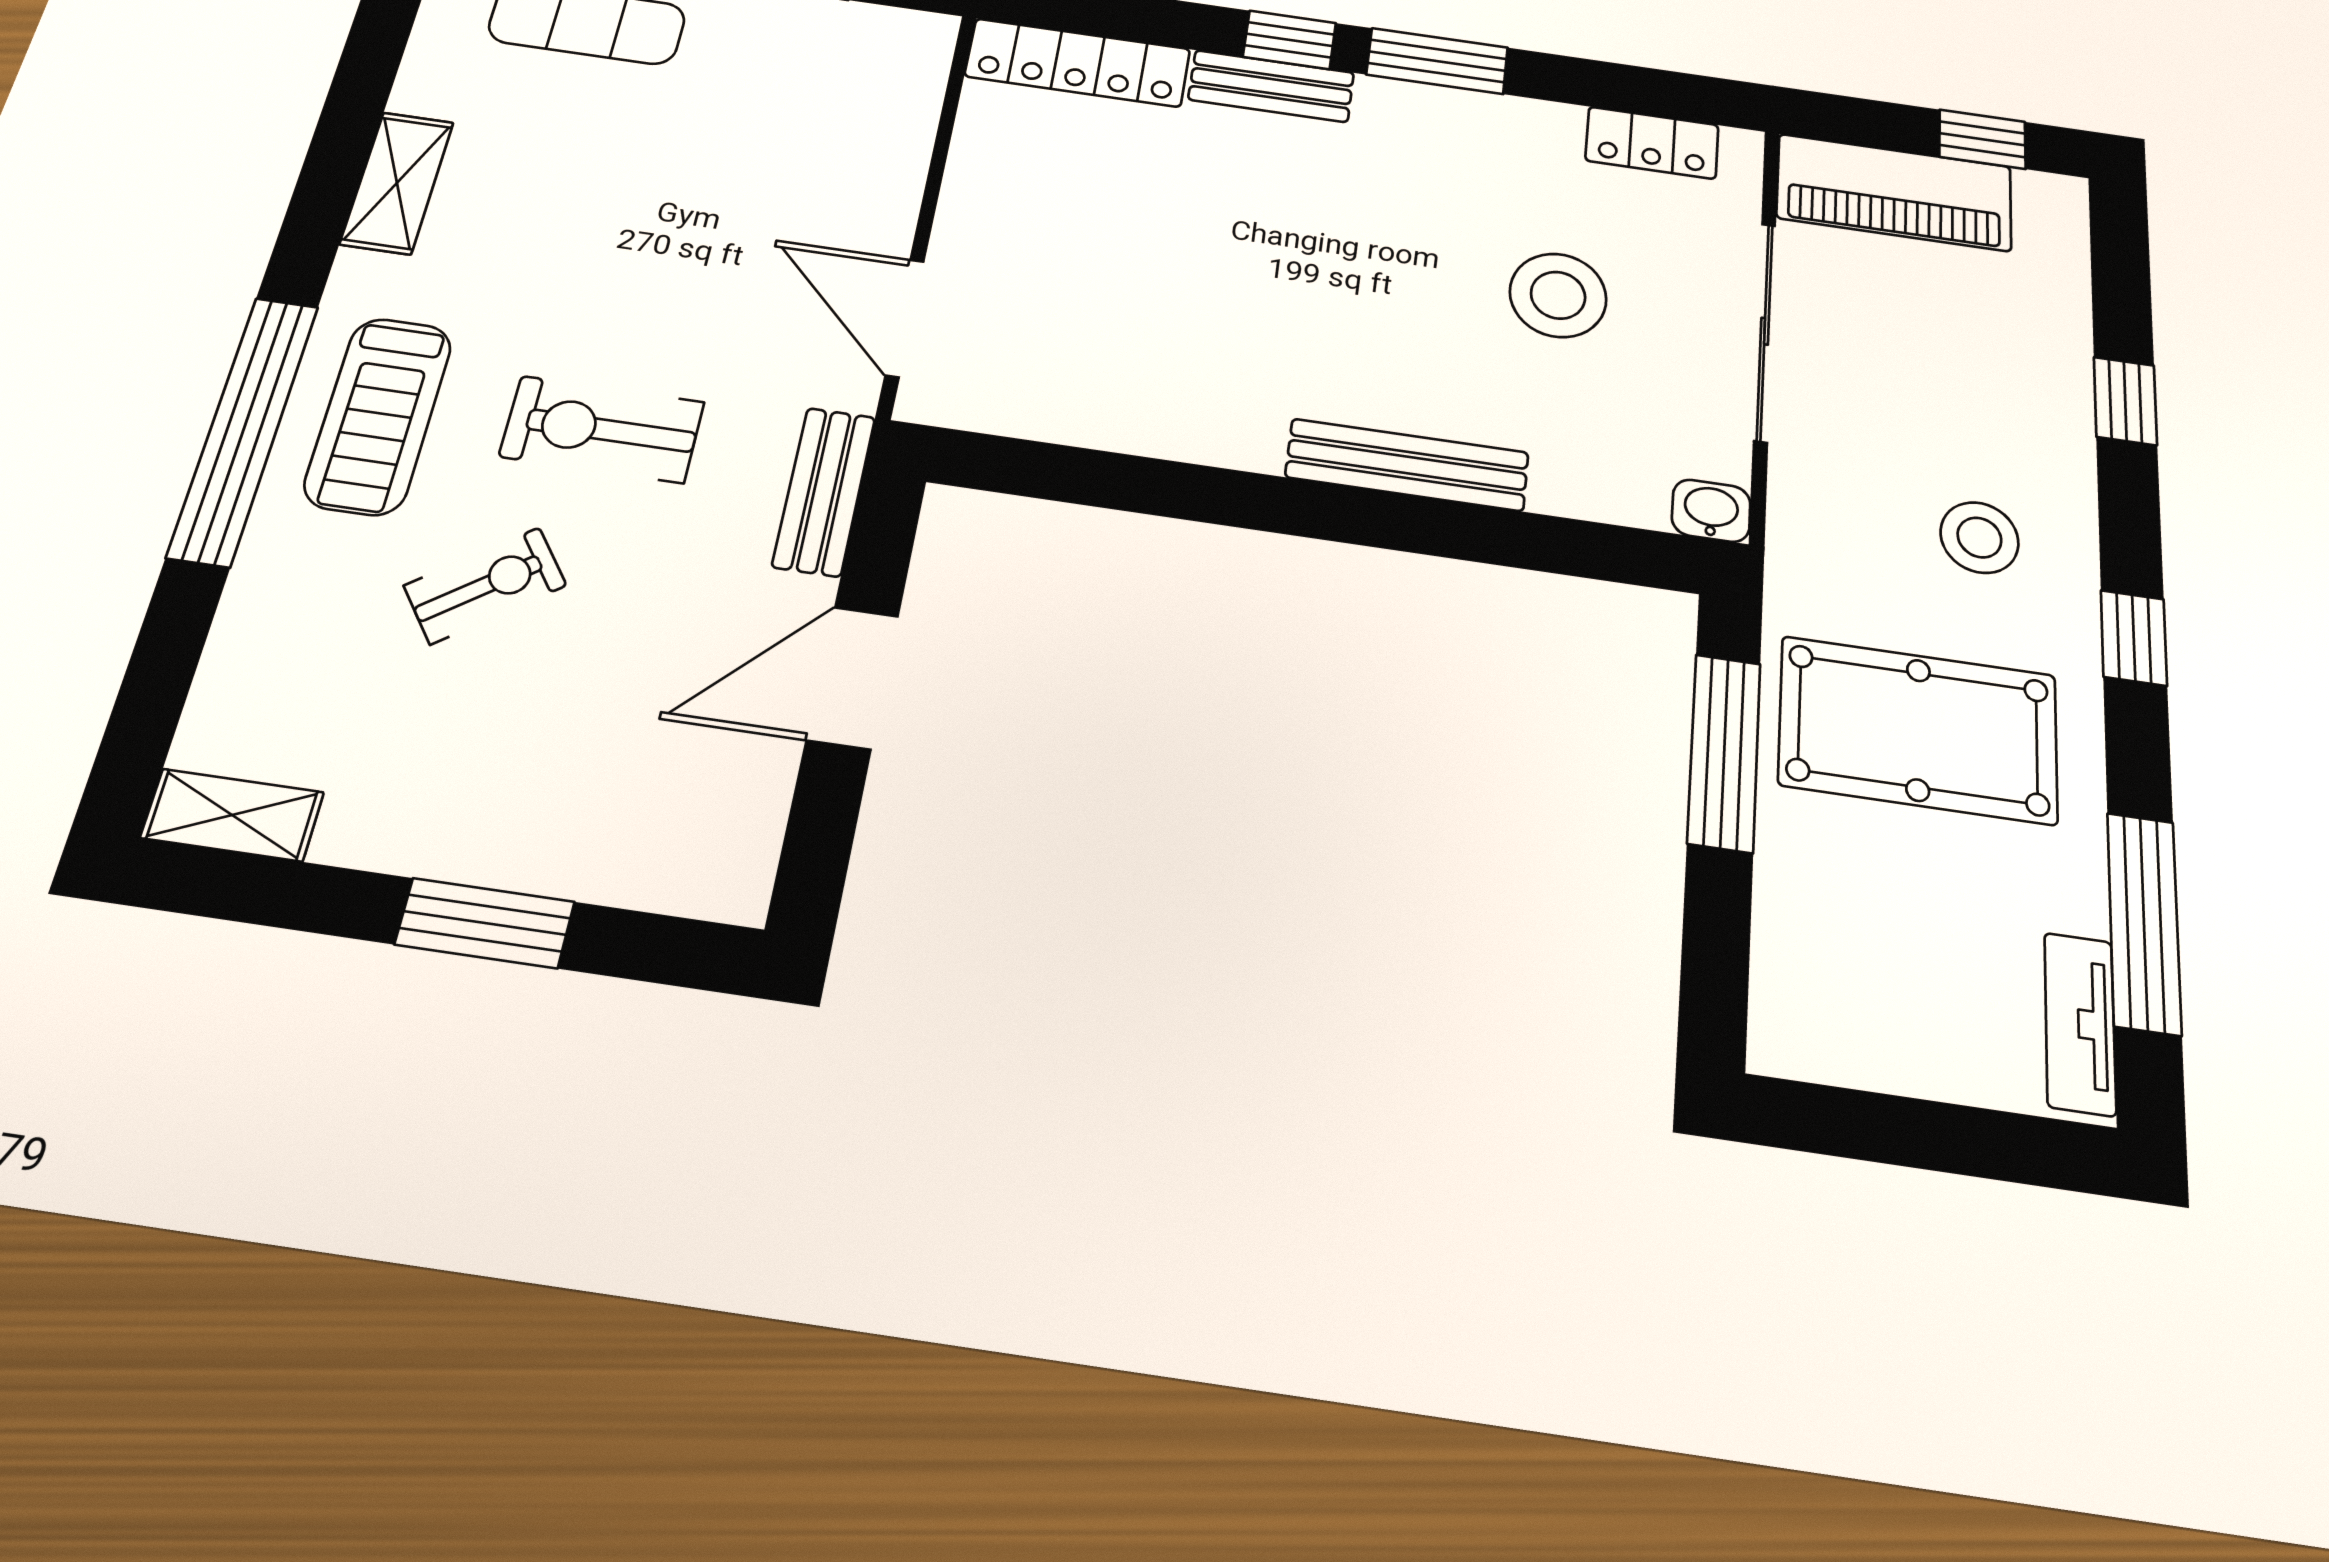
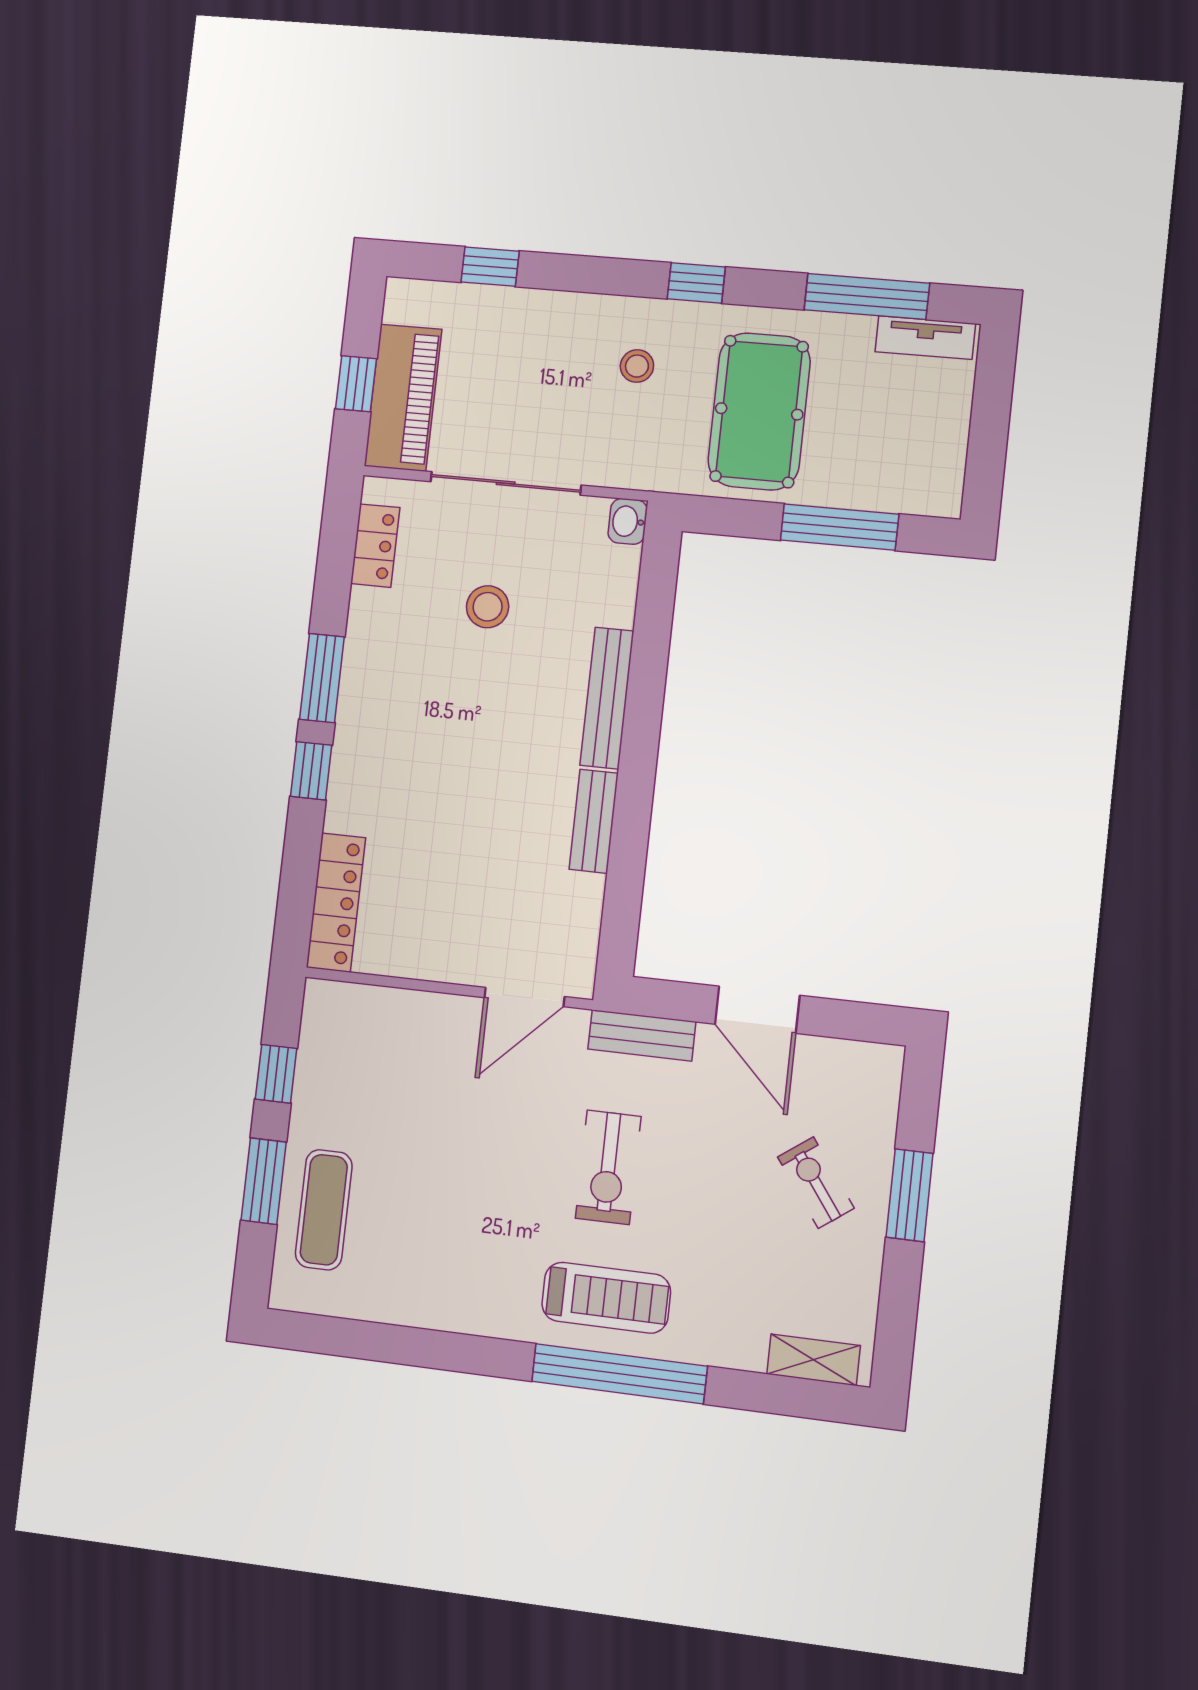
bench: (1271, 86) -> (594, 821), moved
window: (1982, 139) -> (356, 384), moved
shelving: (397, 183) -> (447, 1310), removed
stool: (1558, 295) -> (488, 607), width x0.73, depth x0.73
window: (2125, 401) -> (490, 267), moved
stool: (1979, 538) -> (637, 366), width x0.73, depth x0.73
exercise bike: (485, 586) -> (816, 1183), moved
window: (1724, 752) -> (840, 527), moved
shelving: (232, 815) -> (814, 1360), moved, turned 90

